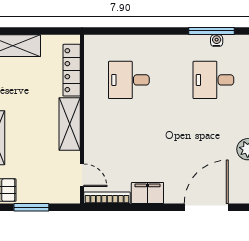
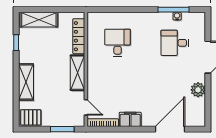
desk: (129, 80) -> (118, 43), turned 90
window: (31, 207) -> (62, 129), moved

